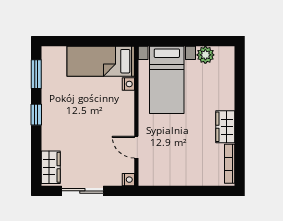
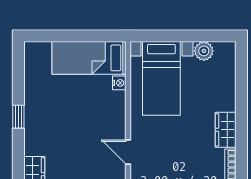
window: (36, 74) -> (18, 72), removed

